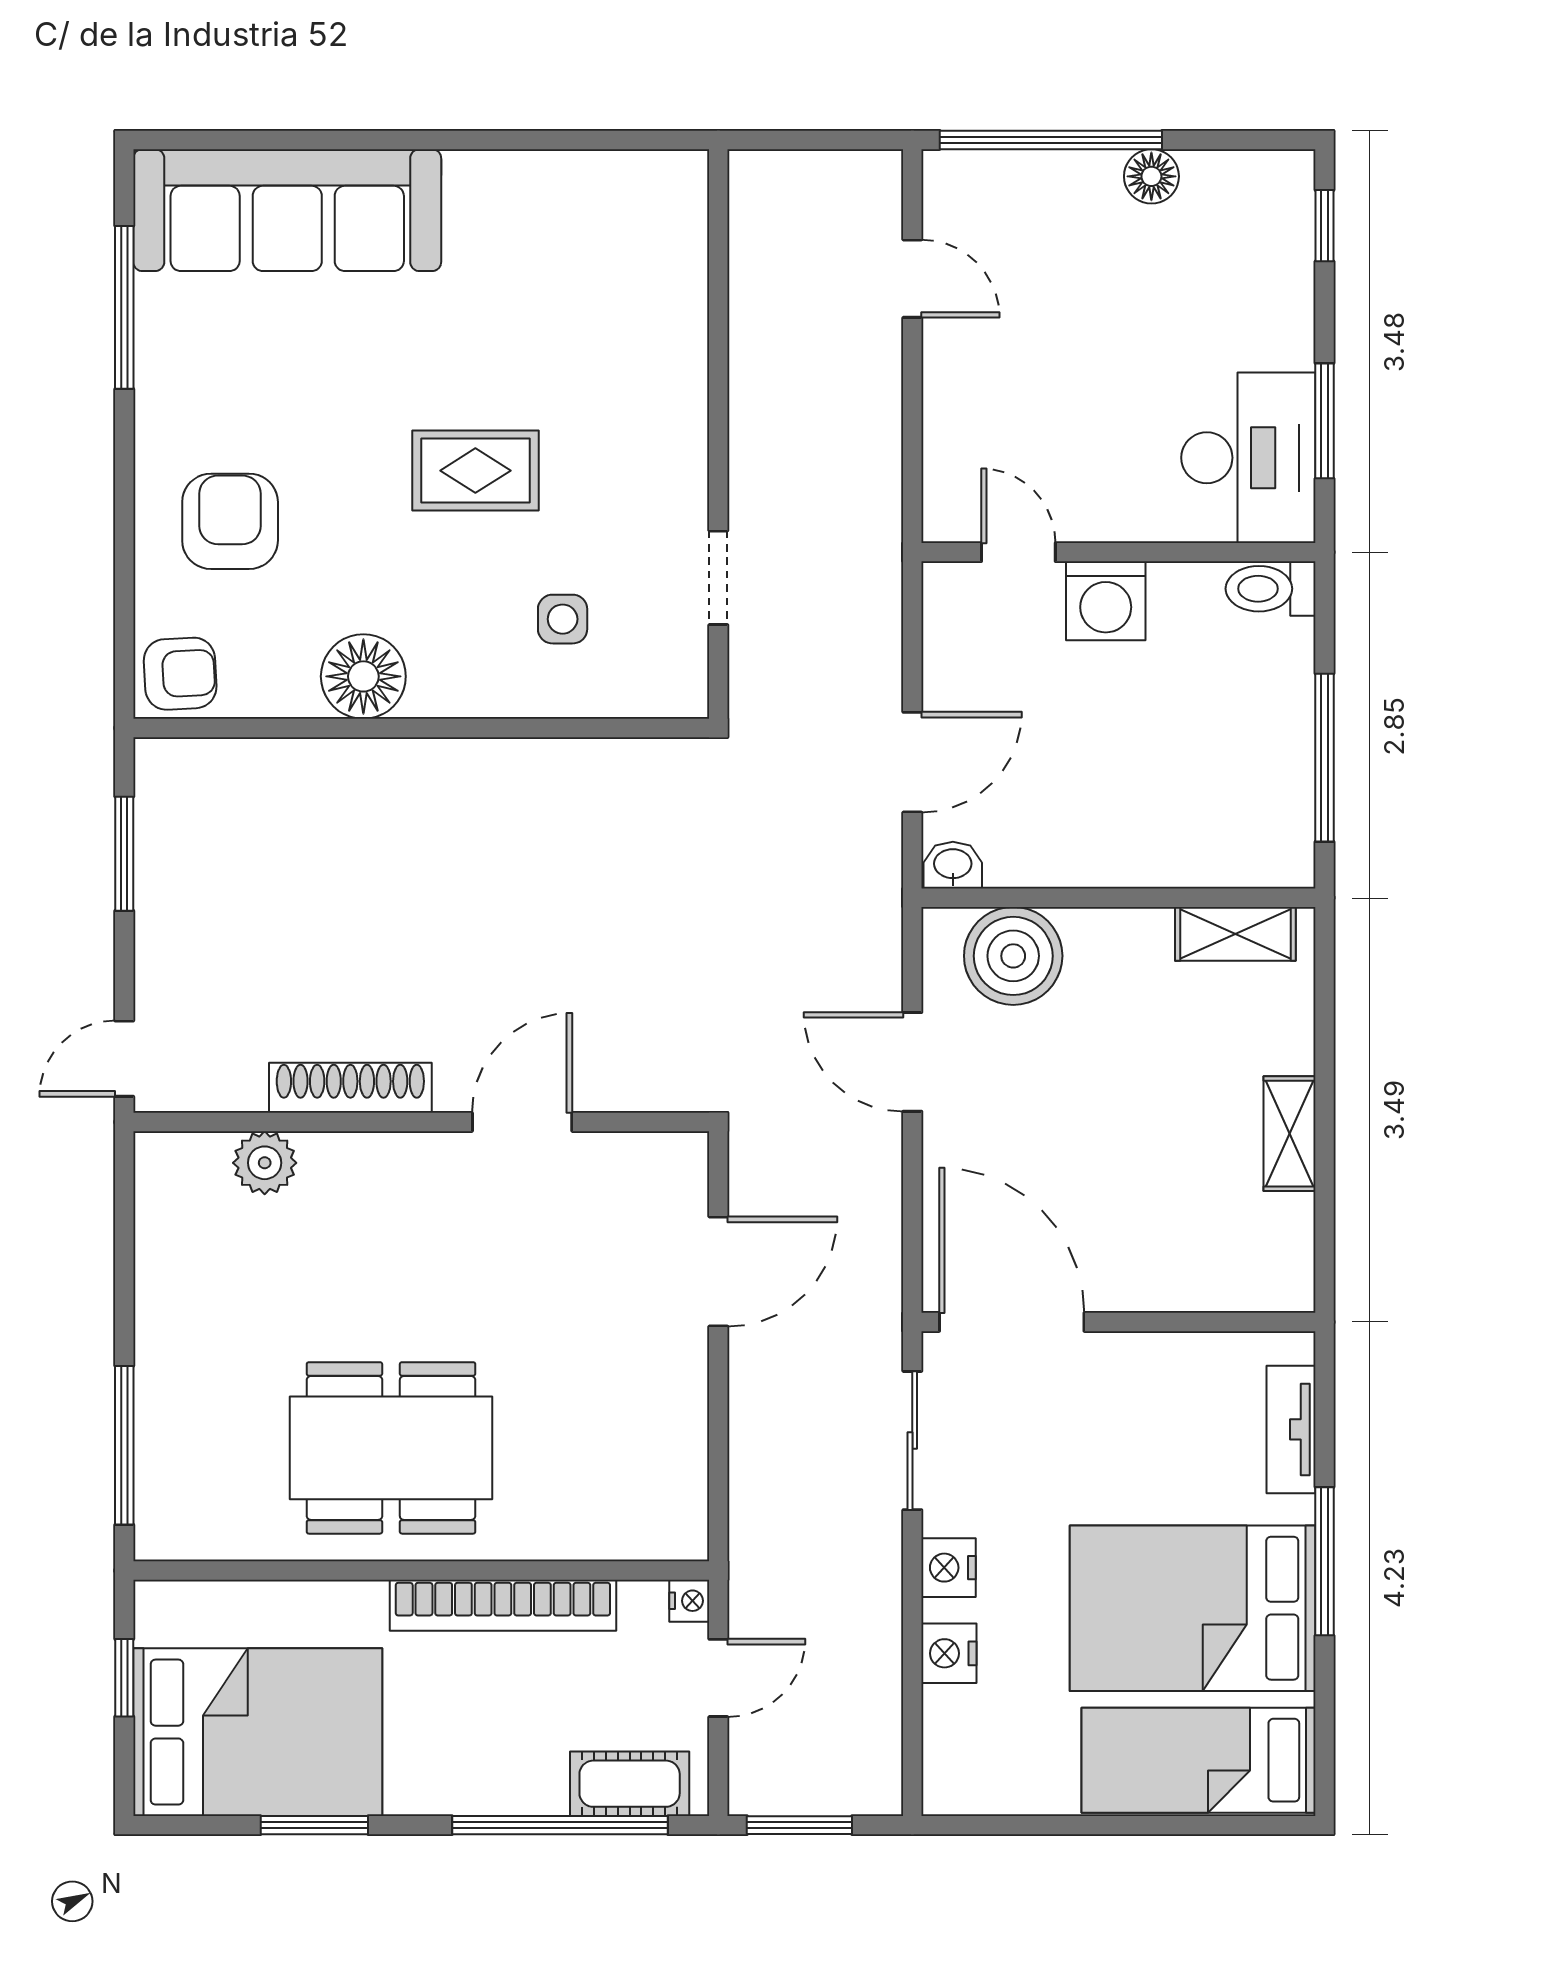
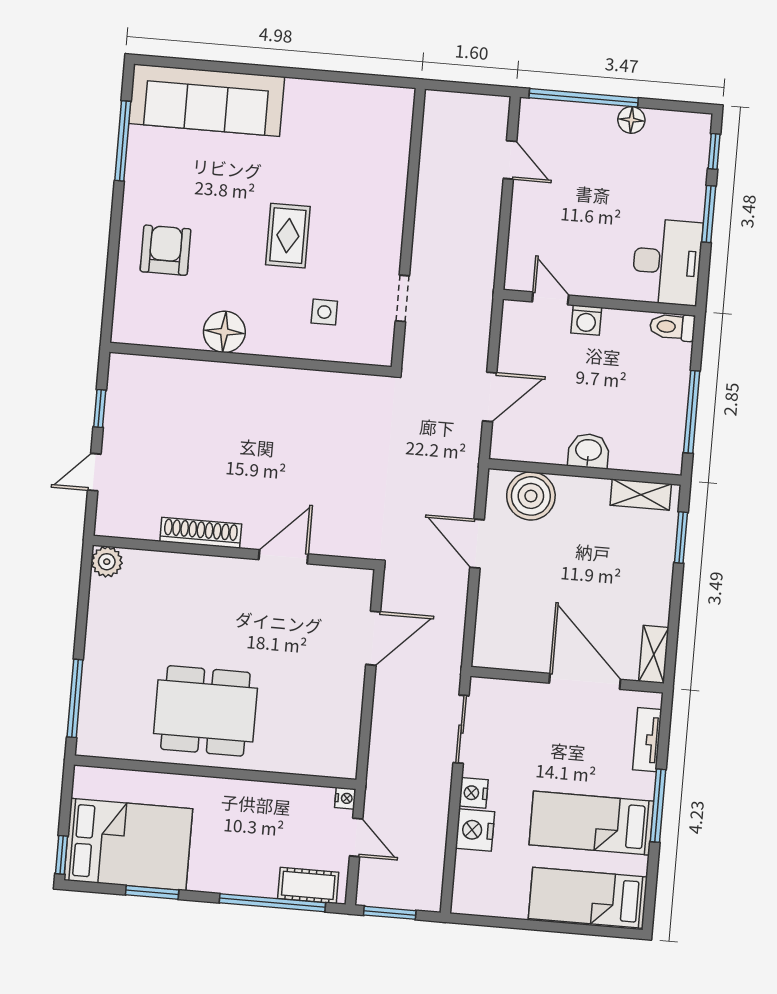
window: (1324, 421) -> (709, 214), moved
rug: (475, 471) -> (288, 236), turned 90
washing machine: (1106, 601) -> (586, 320), width x0.73, depth x0.73
armchair: (180, 674) -> (135, 323), removed
window: (124, 854) -> (100, 409), width x0.67
washbasin: (953, 865) -> (589, 451), moved, width x1.38, depth x1.45
window: (1324, 1014) -> (681, 537), added
door: (124, 1059) -> (94, 472), moved
shelving: (1290, 1134) -> (654, 654), moved
plant: (265, 1163) -> (107, 562), moved
door: (1012, 1322) -> (585, 681), moved
bookcase: (503, 1605) -> (254, 793), removed
bed: (1193, 1608) -> (591, 823), width x0.67
nightstand: (949, 1653) -> (475, 830), width x1.36, depth x1.33
window: (124, 1678) -> (61, 855), moved
door: (718, 1678) -> (356, 837), hinge flipped

